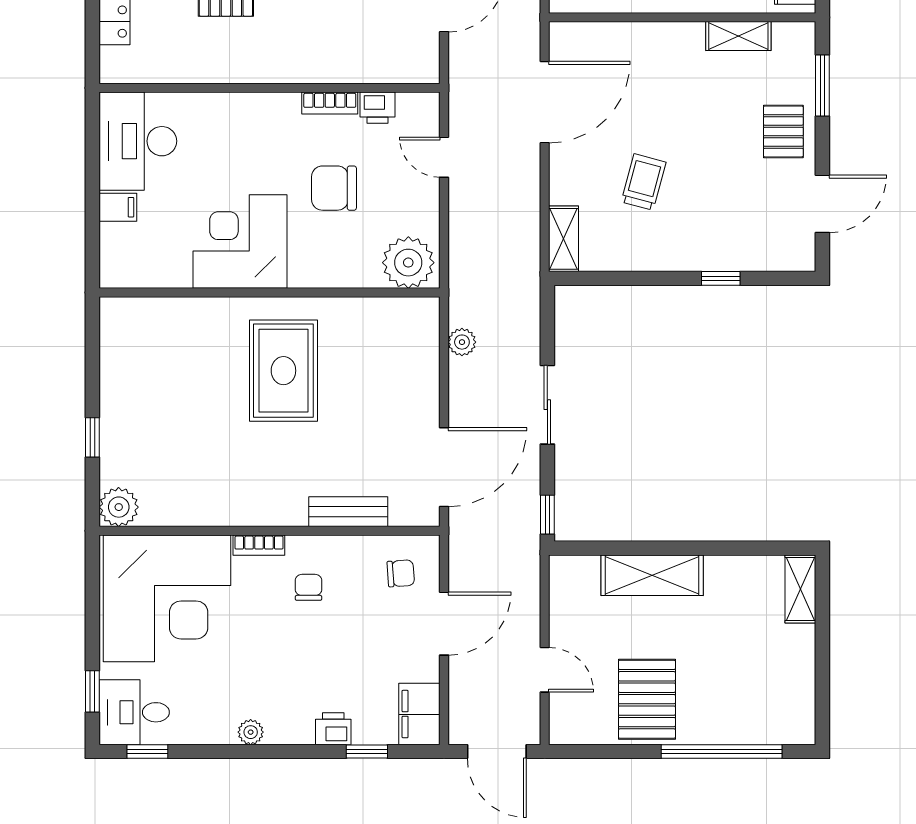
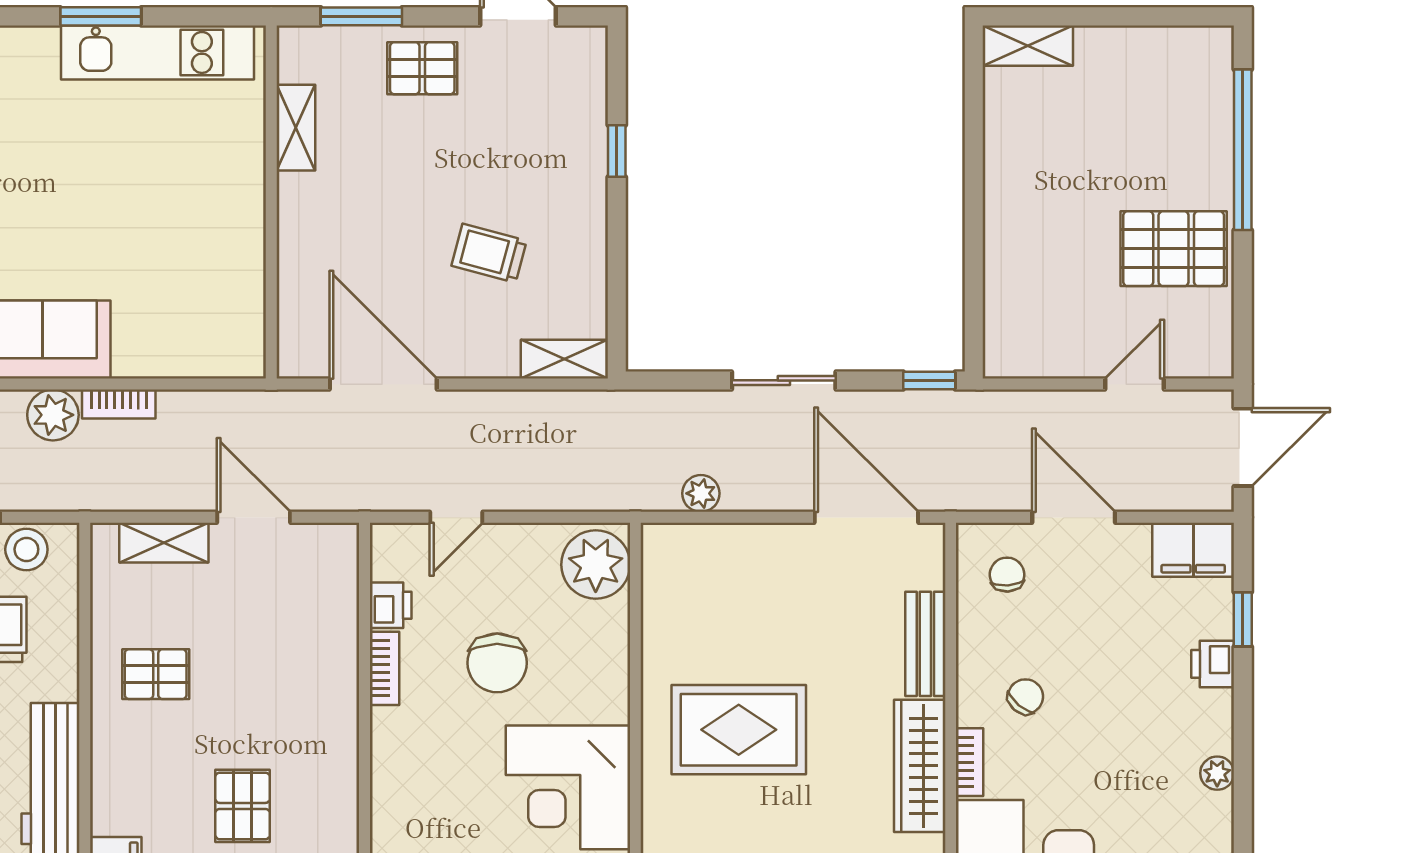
wardrobe: (256, 507) -> (920, 766), added
shelving: (652, 575) -> (1010, 242), removed
chair: (308, 587) -> (1026, 697), turned 130

